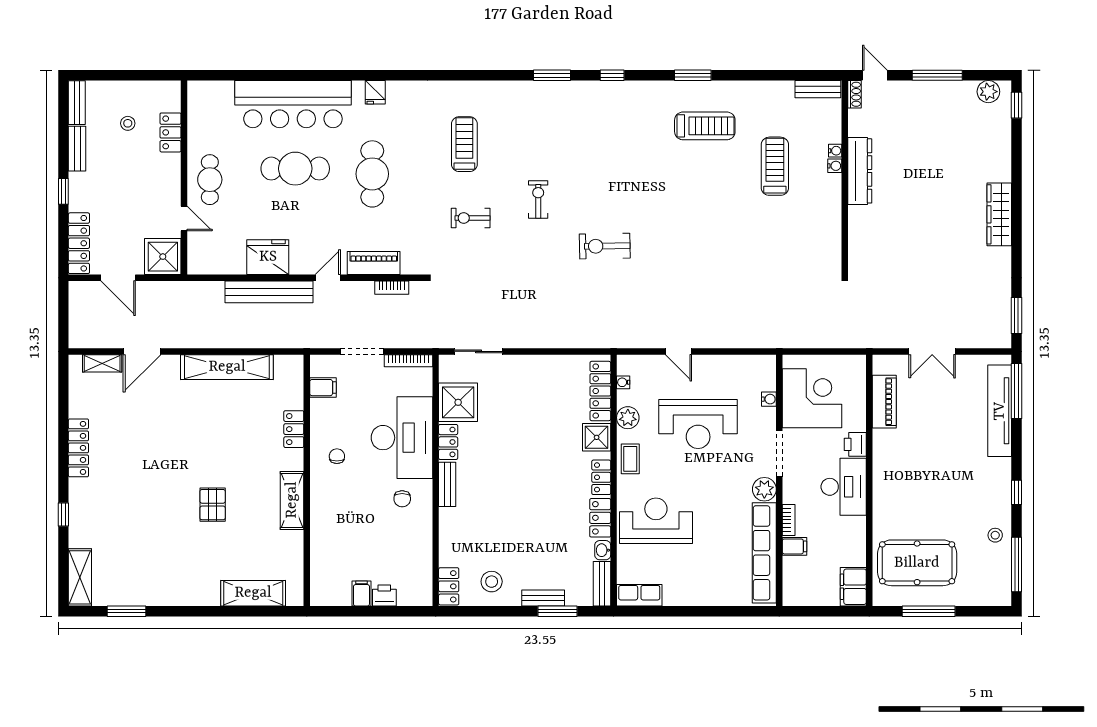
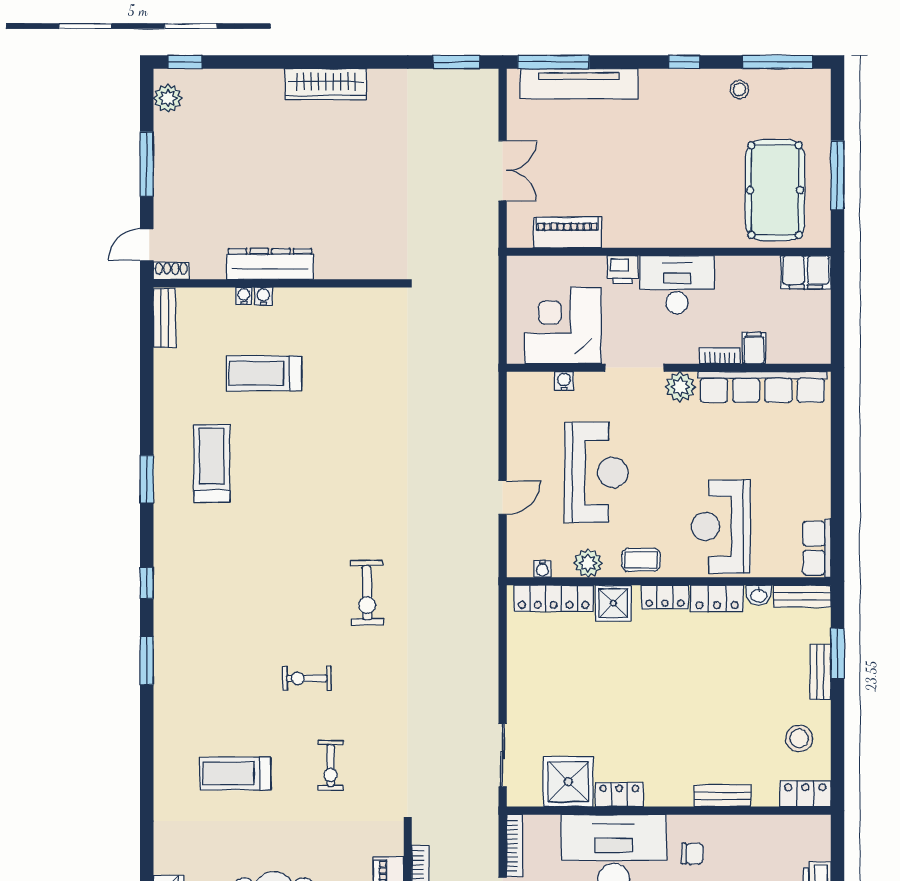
bench: (447, 484) -> (722, 796), moved

